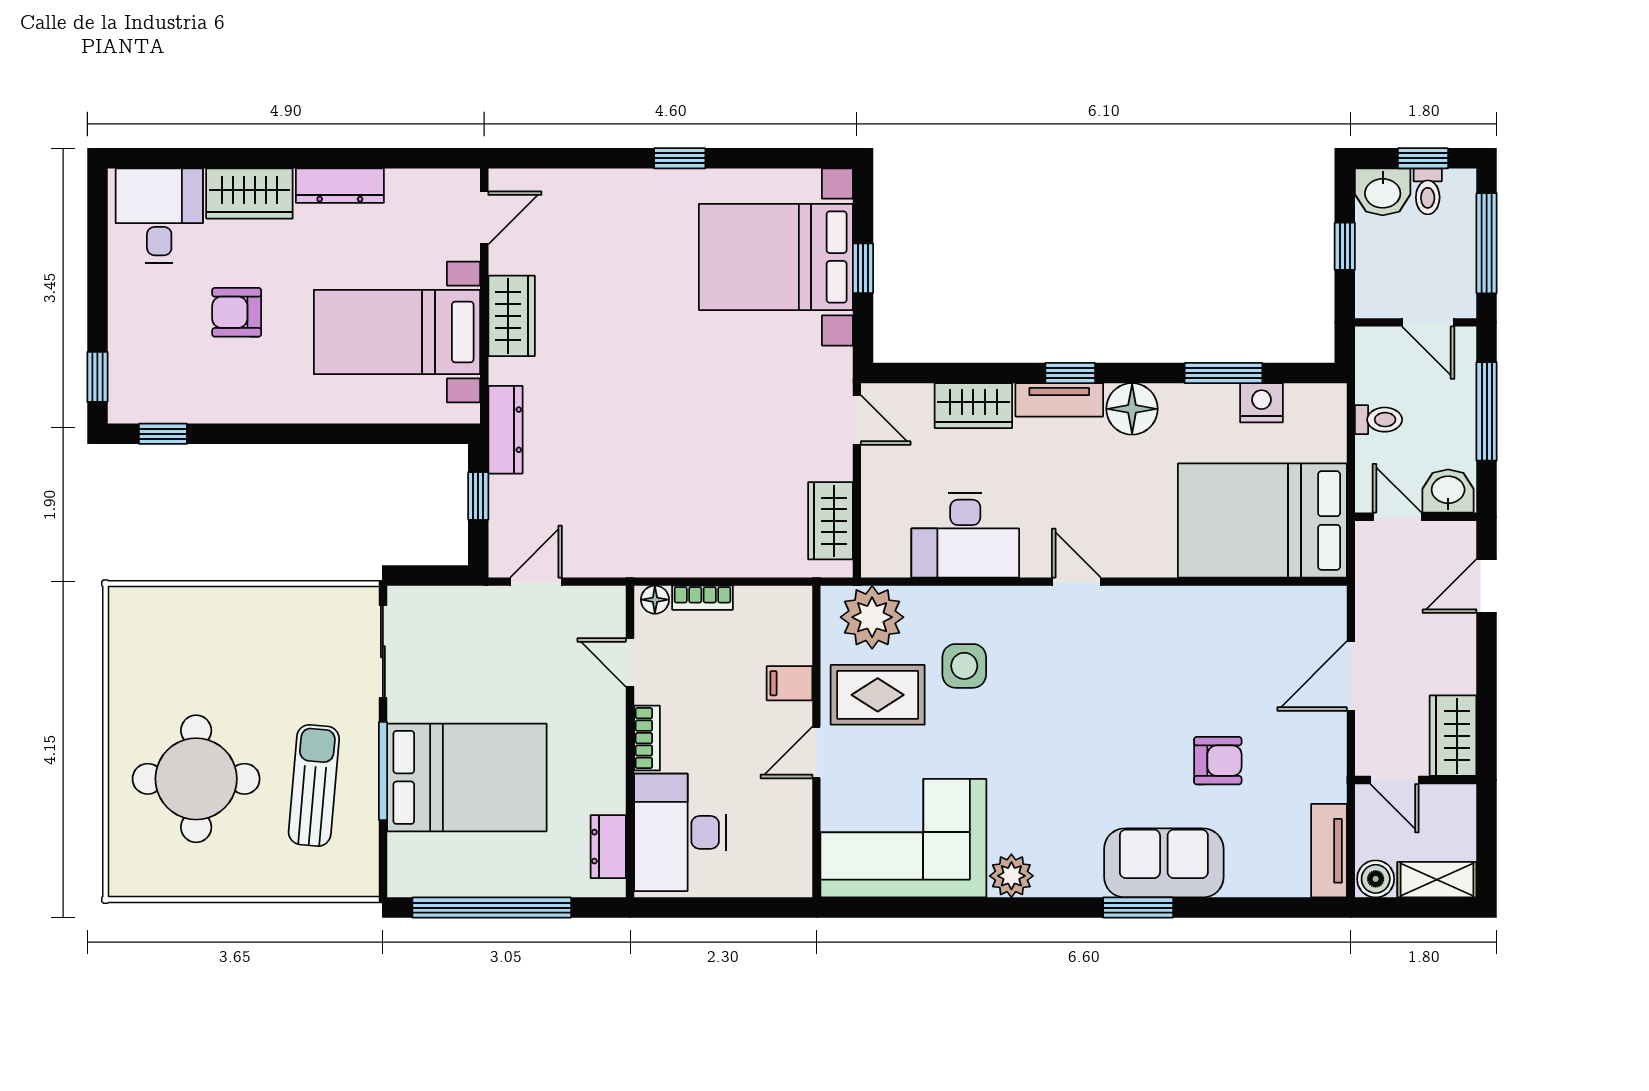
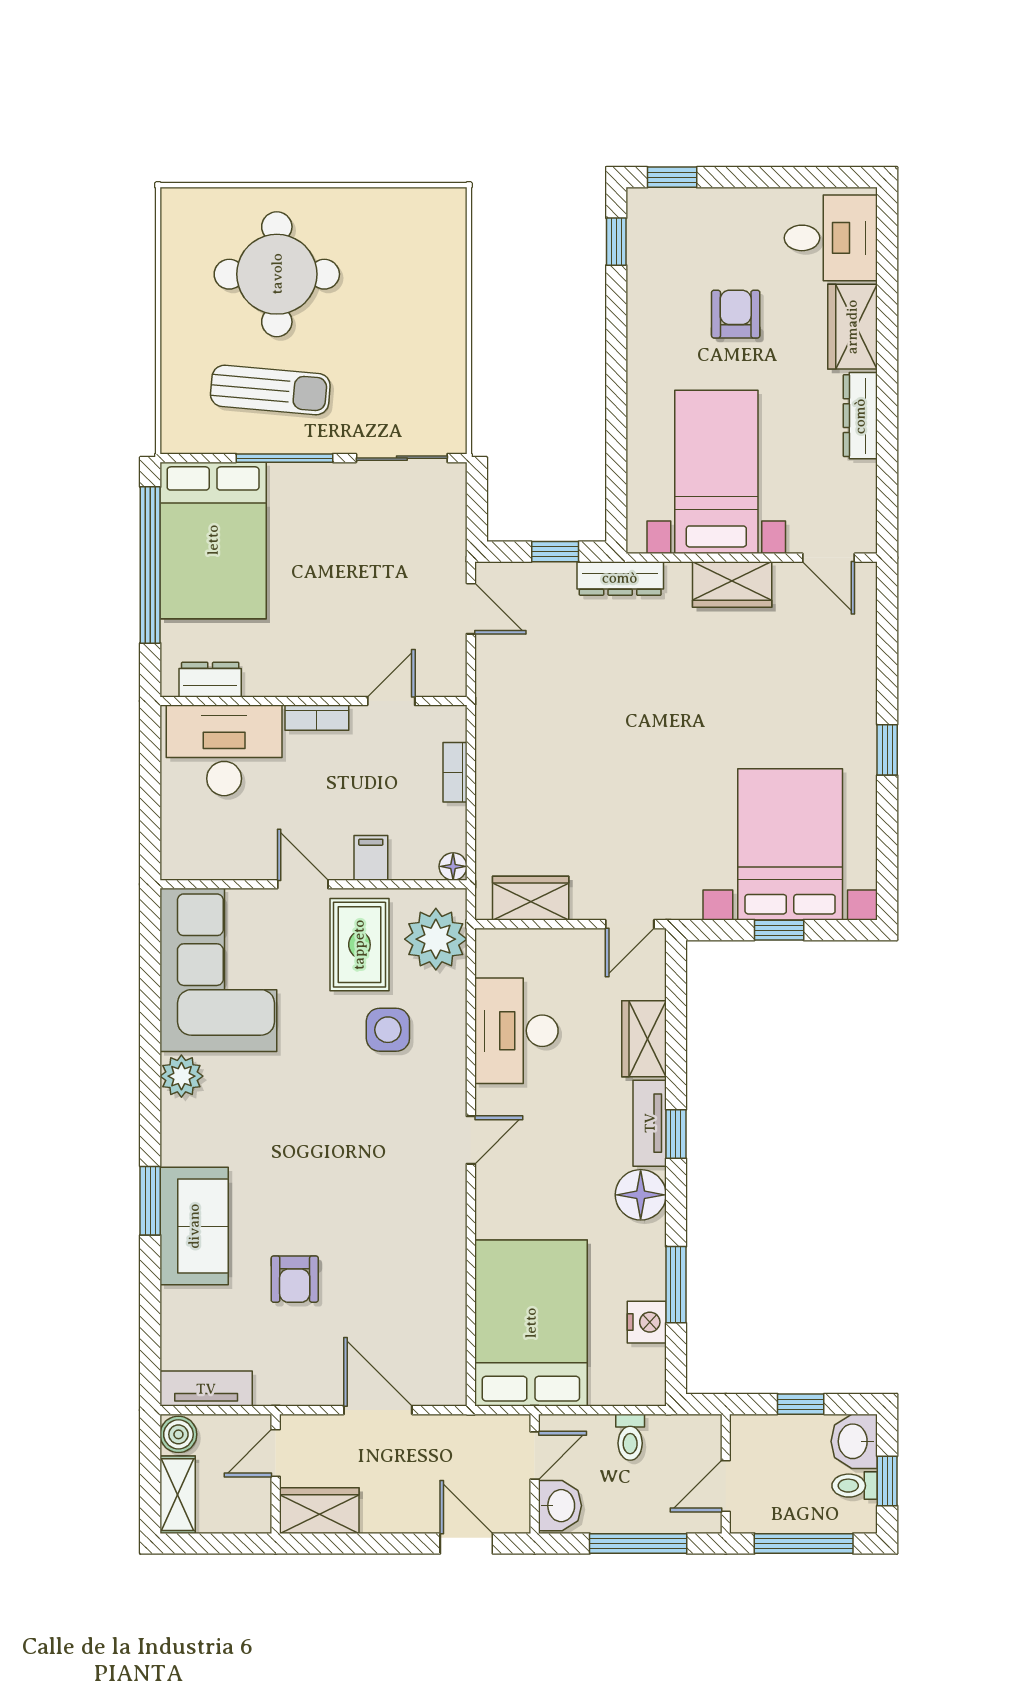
floor lamp: (655, 600) -> (453, 866), moved
bed: (467, 777) -> (213, 540), moved

